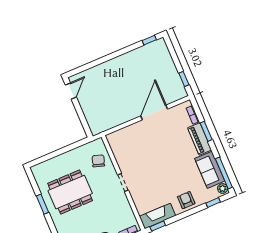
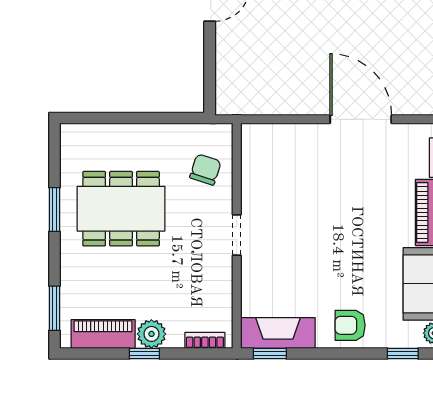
door: (154, 112) -> (361, 119), hinge flipped
armchair: (186, 200) -> (350, 325), turned -90

